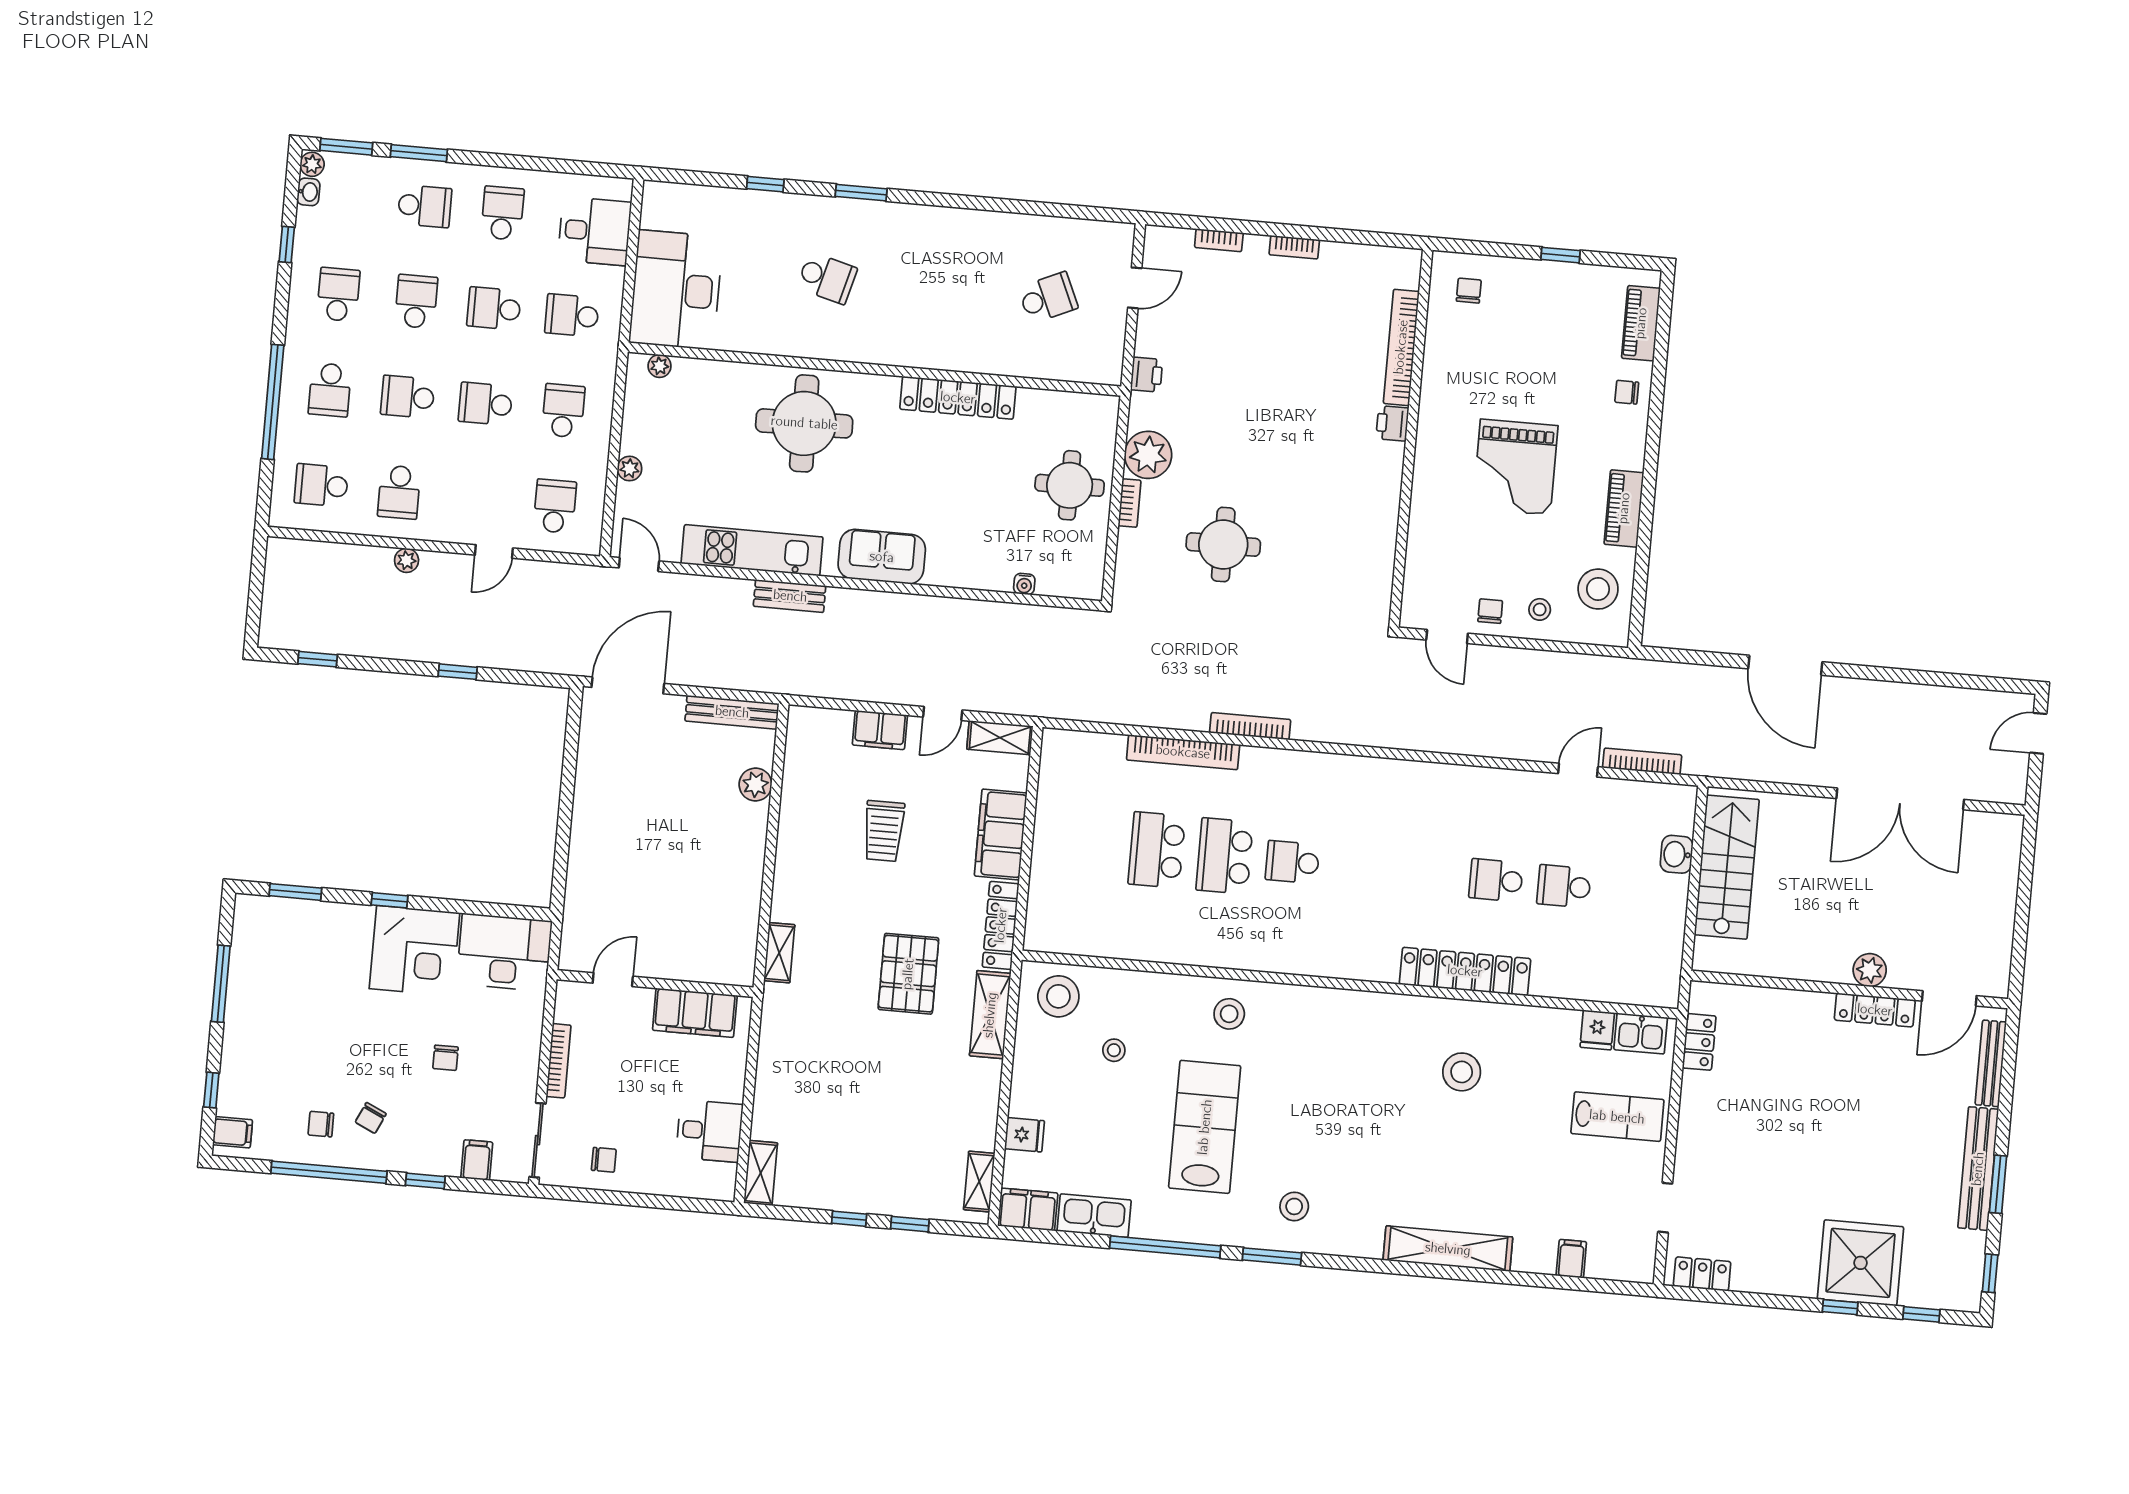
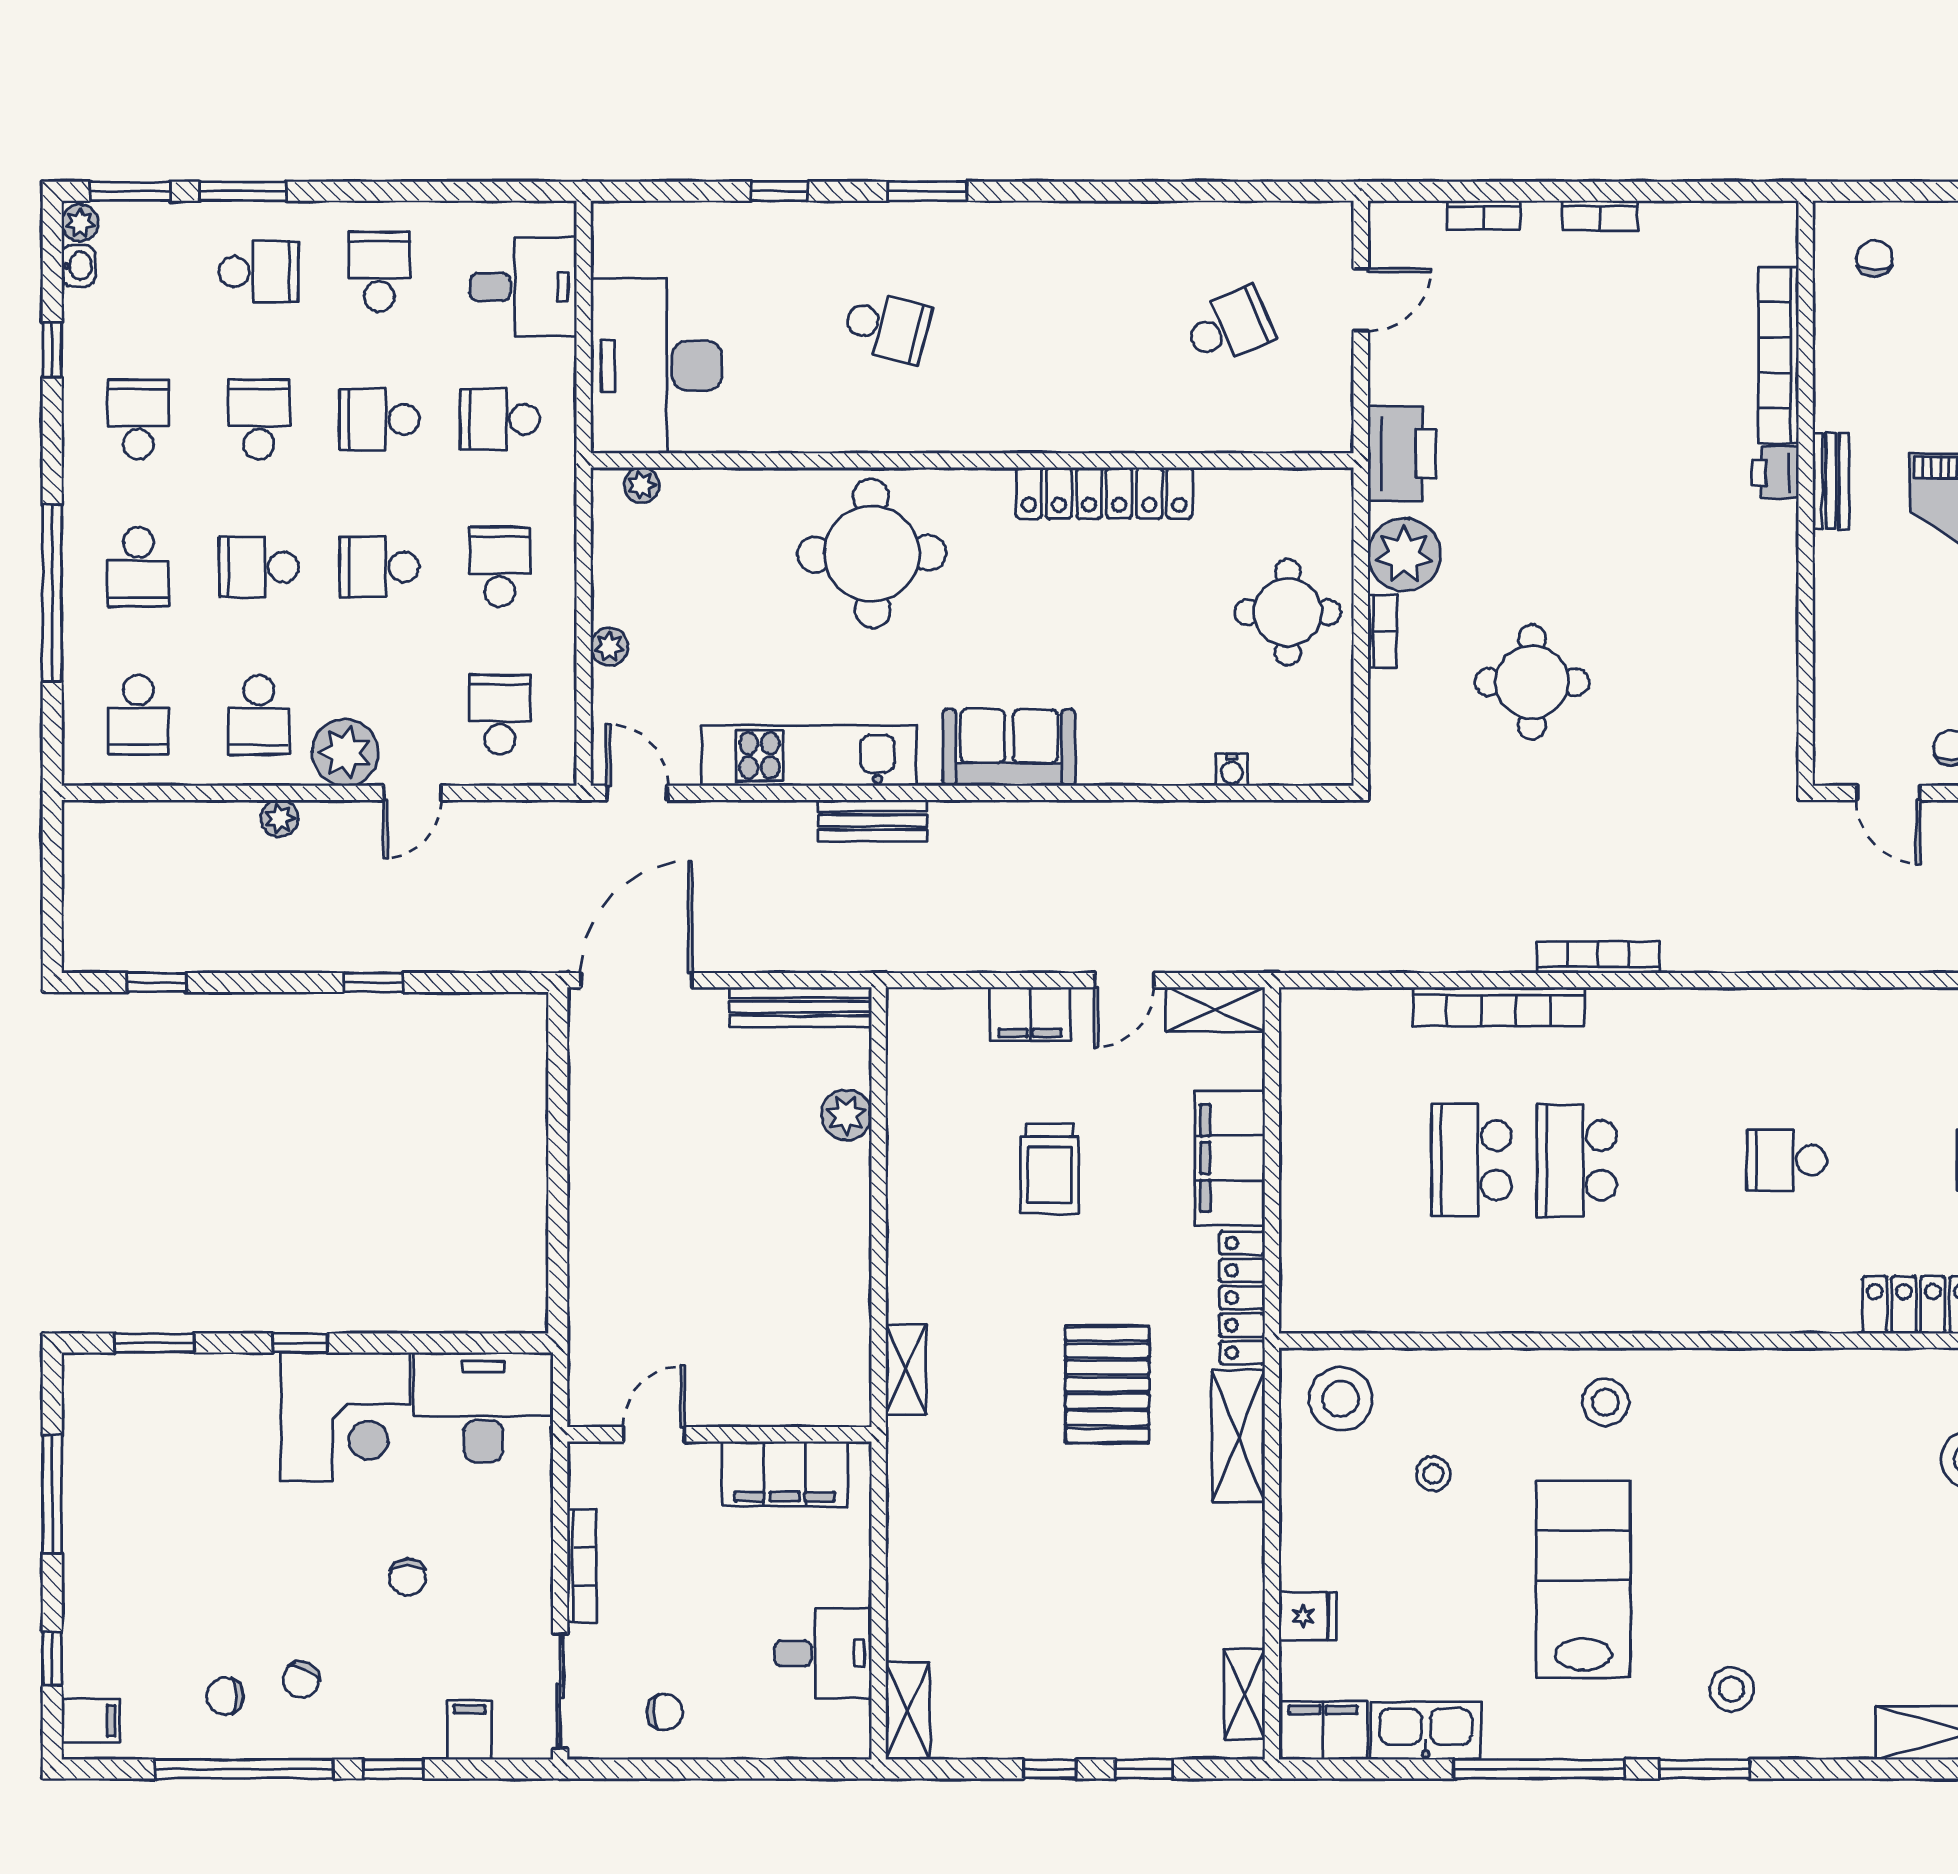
printer: (1147, 375) -> (1402, 454), width x1.87, depth x1.48
bench: (1428, 432) -> (1831, 481), added
school desk: (321, 485) -> (138, 715), turned -90
plant: (453, 522) -> (345, 752), added
school desk: (1292, 862) -> (1787, 1160), moved

